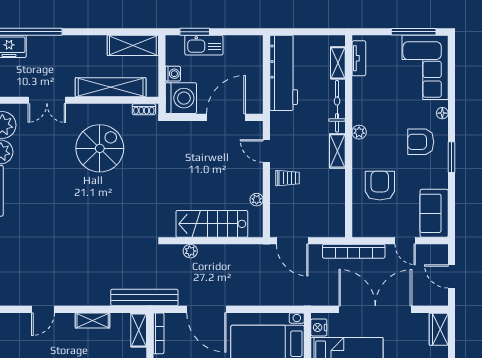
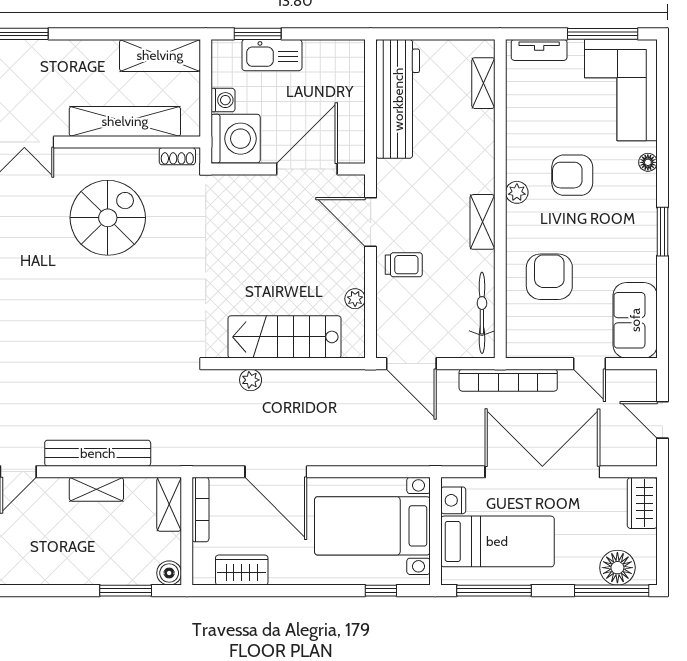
tv unit: (359, 58) -> (539, 50), moved, turned 90
bicycle: (337, 106) -> (482, 313), moved
armchair: (421, 142) -> (572, 175), moved
door: (266, 151) -> (371, 222), width x1.38
bench: (144, 298) -> (98, 453), moved

